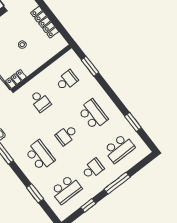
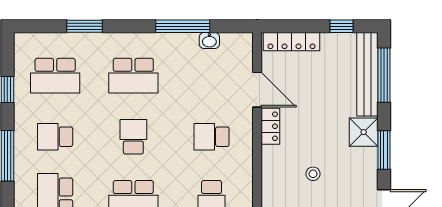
school desk: (93, 169) -> (55, 137), turned 90
school desk: (66, 189) -> (55, 76), turned -90

